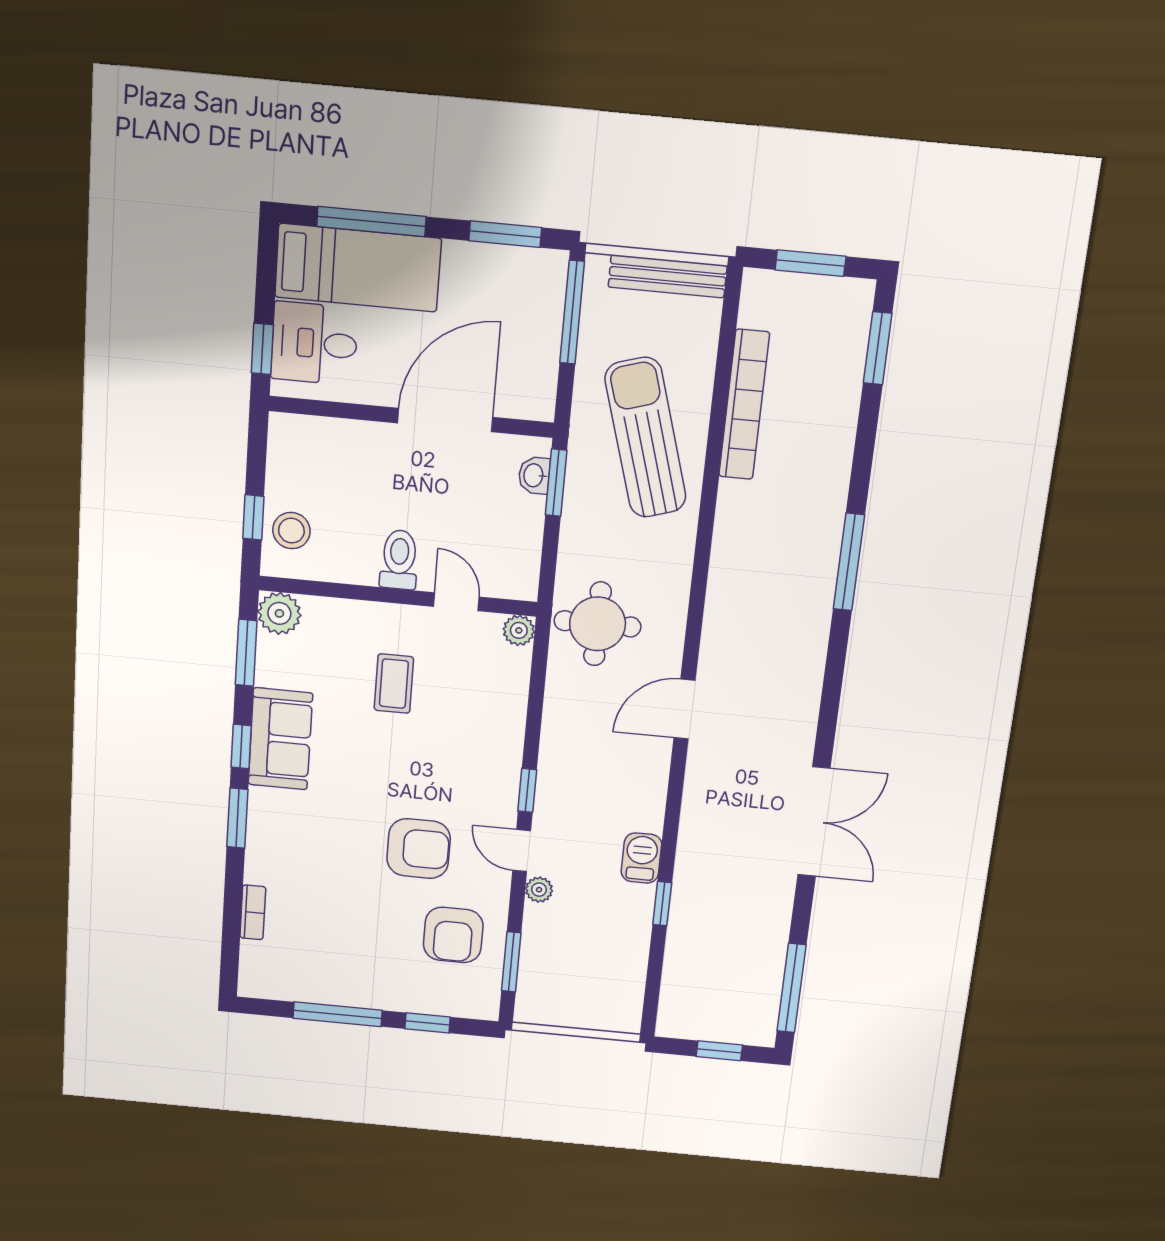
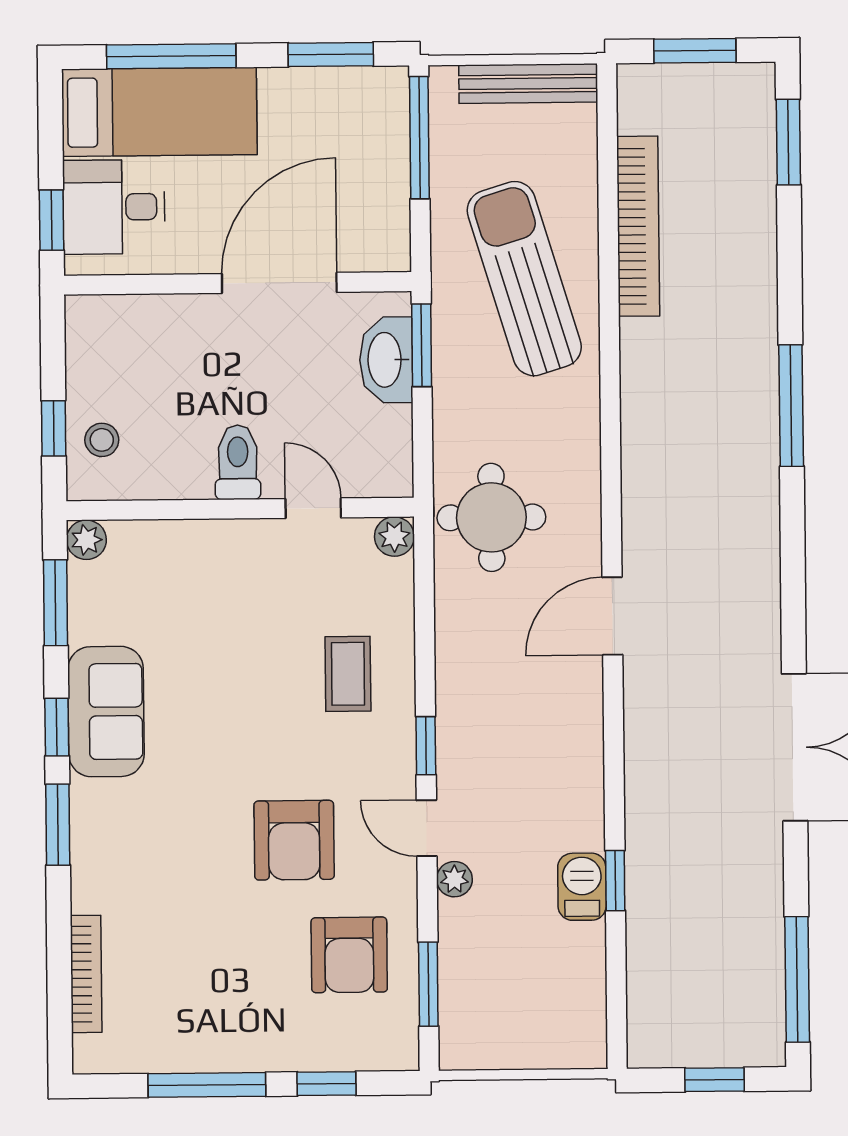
washbasin: (534, 475) -> (386, 360), width x1.91, depth x1.45
stool: (291, 531) -> (102, 440), width x0.73, depth x0.73
plant: (279, 613) -> (86, 540), width x0.73, depth x0.73
coffee table: (394, 684) -> (348, 674), moved
armchair: (419, 849) -> (294, 840), turned 90
barbecue: (641, 858) -> (582, 887), moved
bookcase: (253, 912) -> (86, 974), width x1.56

